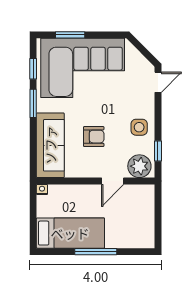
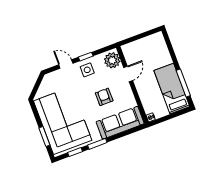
door: (158, 82) -> (66, 64), moved
window: (158, 151) -> (86, 57), moved
door: (113, 181) -> (128, 74), hinge flipped
window: (96, 252) -> (183, 83), moved

